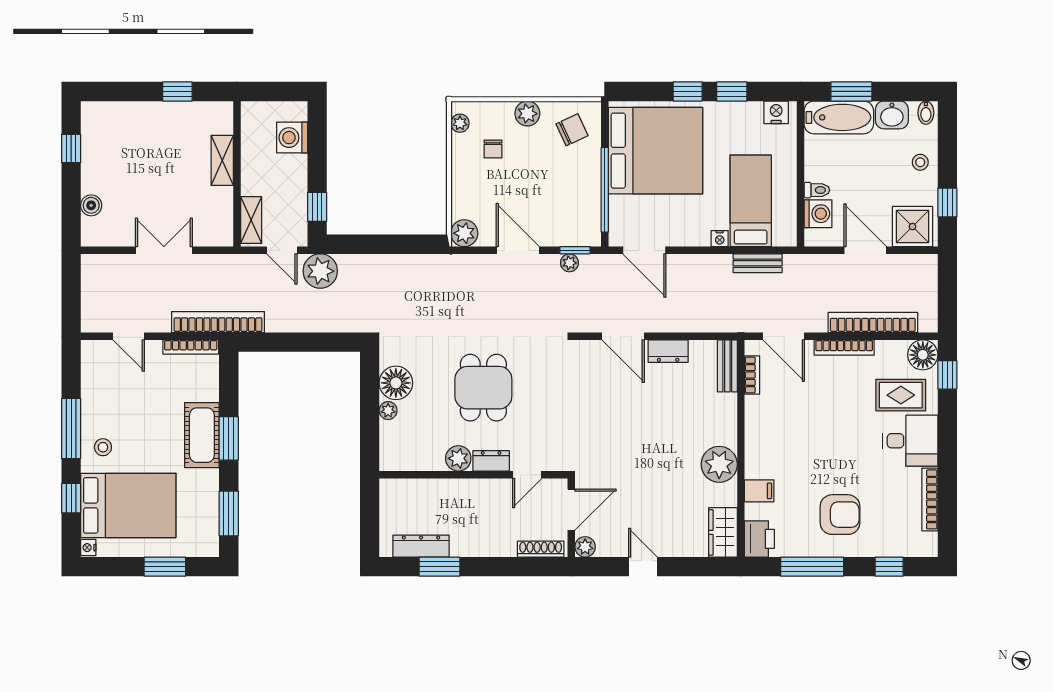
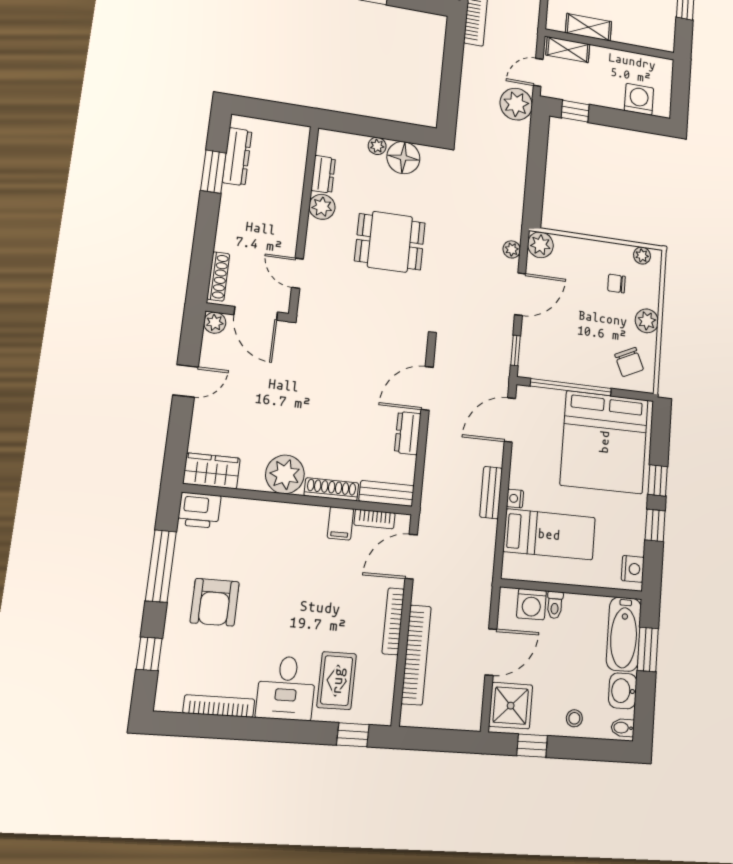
shelving: (222, 160) -> (589, 27), moved
plant: (569, 263) -> (512, 249), moved
bench: (758, 263) -> (491, 493), moved
floor lamp: (923, 355) -> (377, 708), removed
shoe rack: (729, 419) -> (331, 489), added
dresser: (491, 461) -> (323, 174), moved
filing cabinet: (759, 491) -> (340, 523), moved

